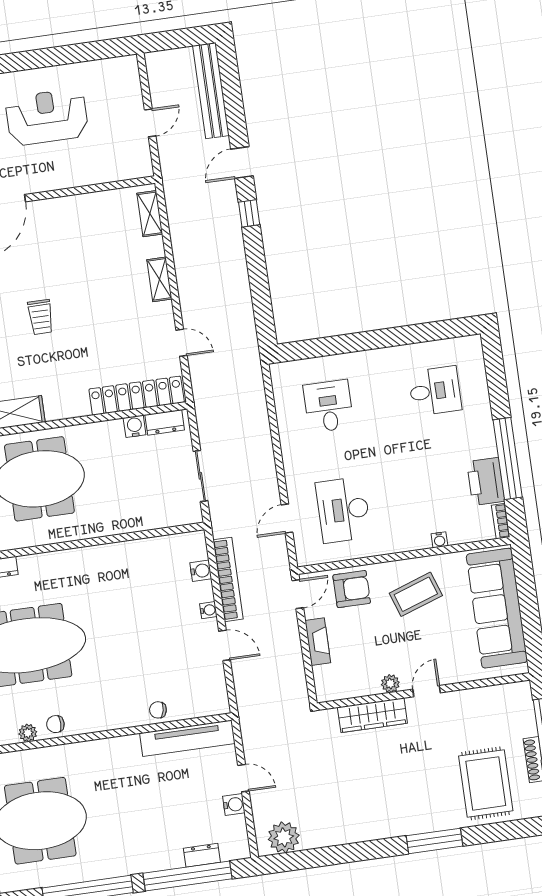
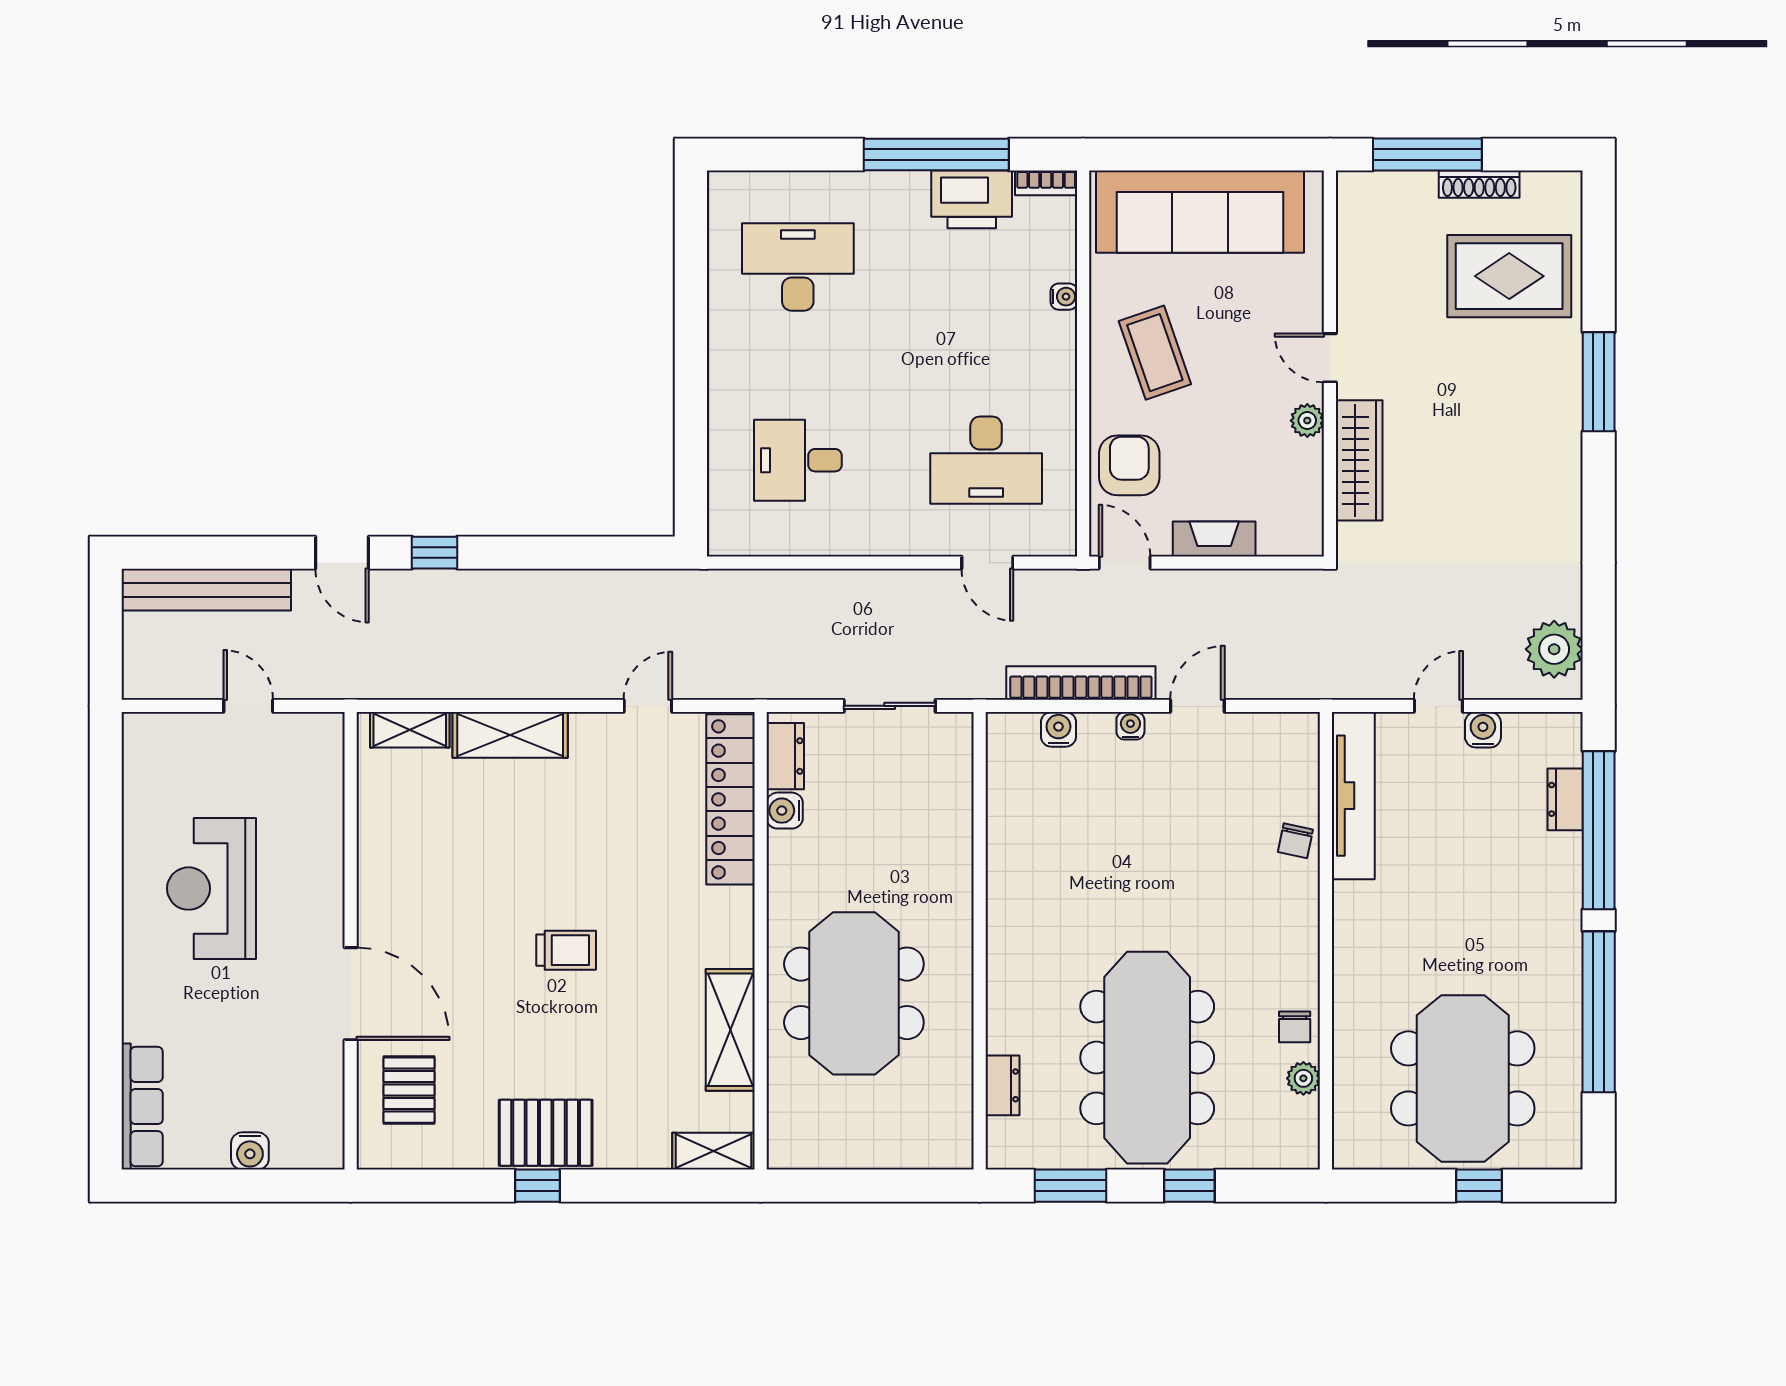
shelving: (159, 279) -> (510, 735), width x1.50, depth x1.33
desk: (435, 391) -> (798, 267), width x1.37

